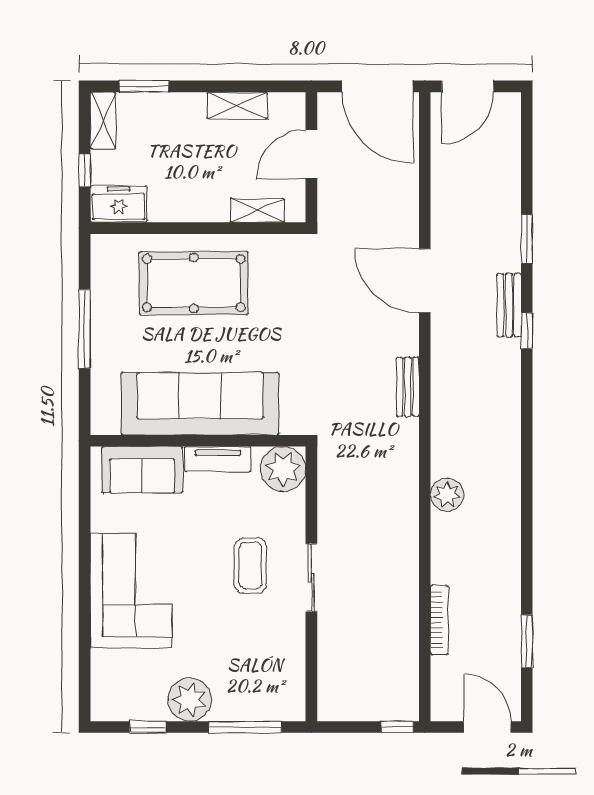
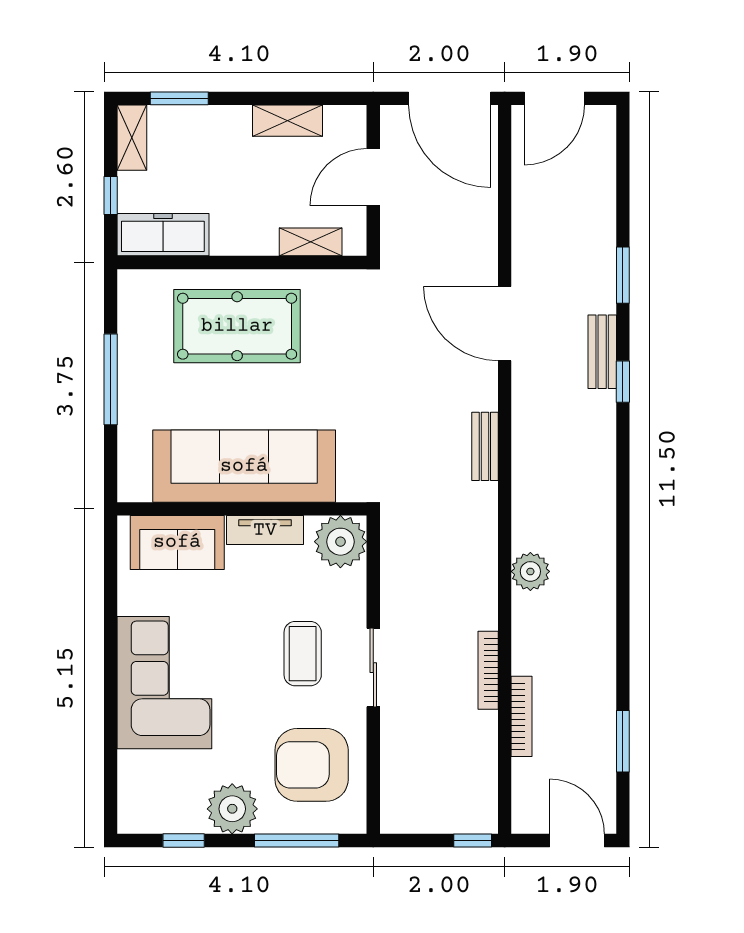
freezer: (119, 204) -> (163, 235), width x1.40
bookcase: (410, 580) -> (488, 670), added
armchair: (258, 662) -> (312, 765), added

